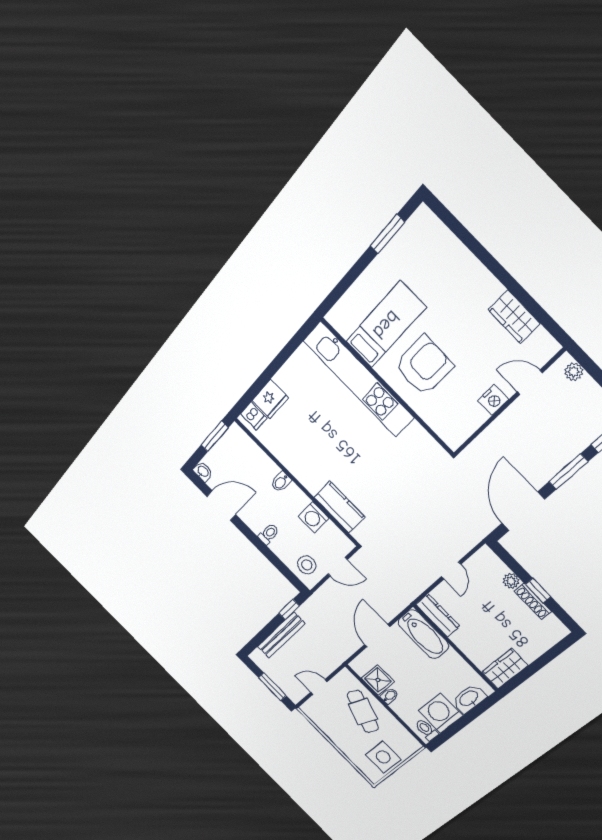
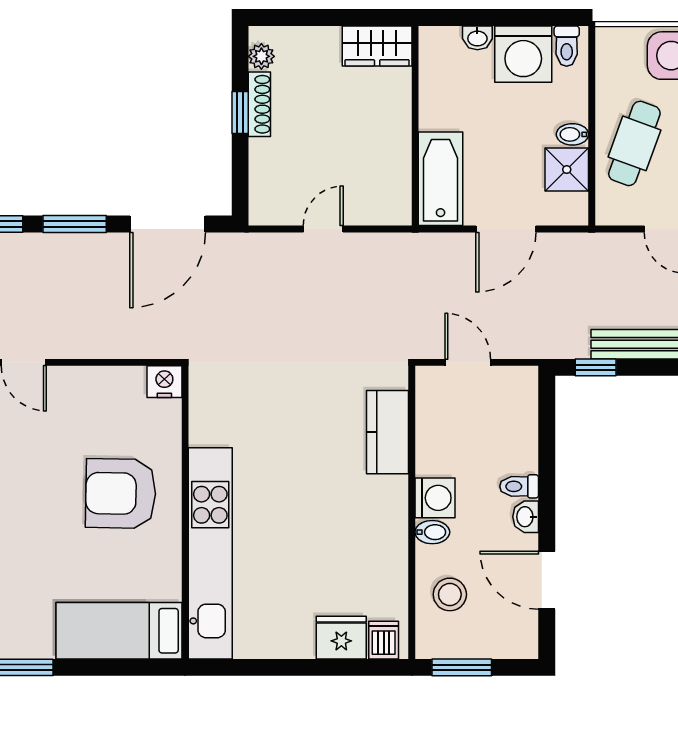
bed: (386, 325) -> (119, 631), moved
nightstand: (493, 400) -> (164, 382), moved
washbasin: (203, 472) -> (526, 517), moved
washing machine: (313, 517) -> (435, 498), moved
stool: (307, 565) -> (450, 594), moved
plant: (511, 581) -> (261, 56), moved
dresser: (438, 615) -> (397, 187), removed
washbasin: (469, 699) -> (477, 38), width x0.52, depth x0.69

